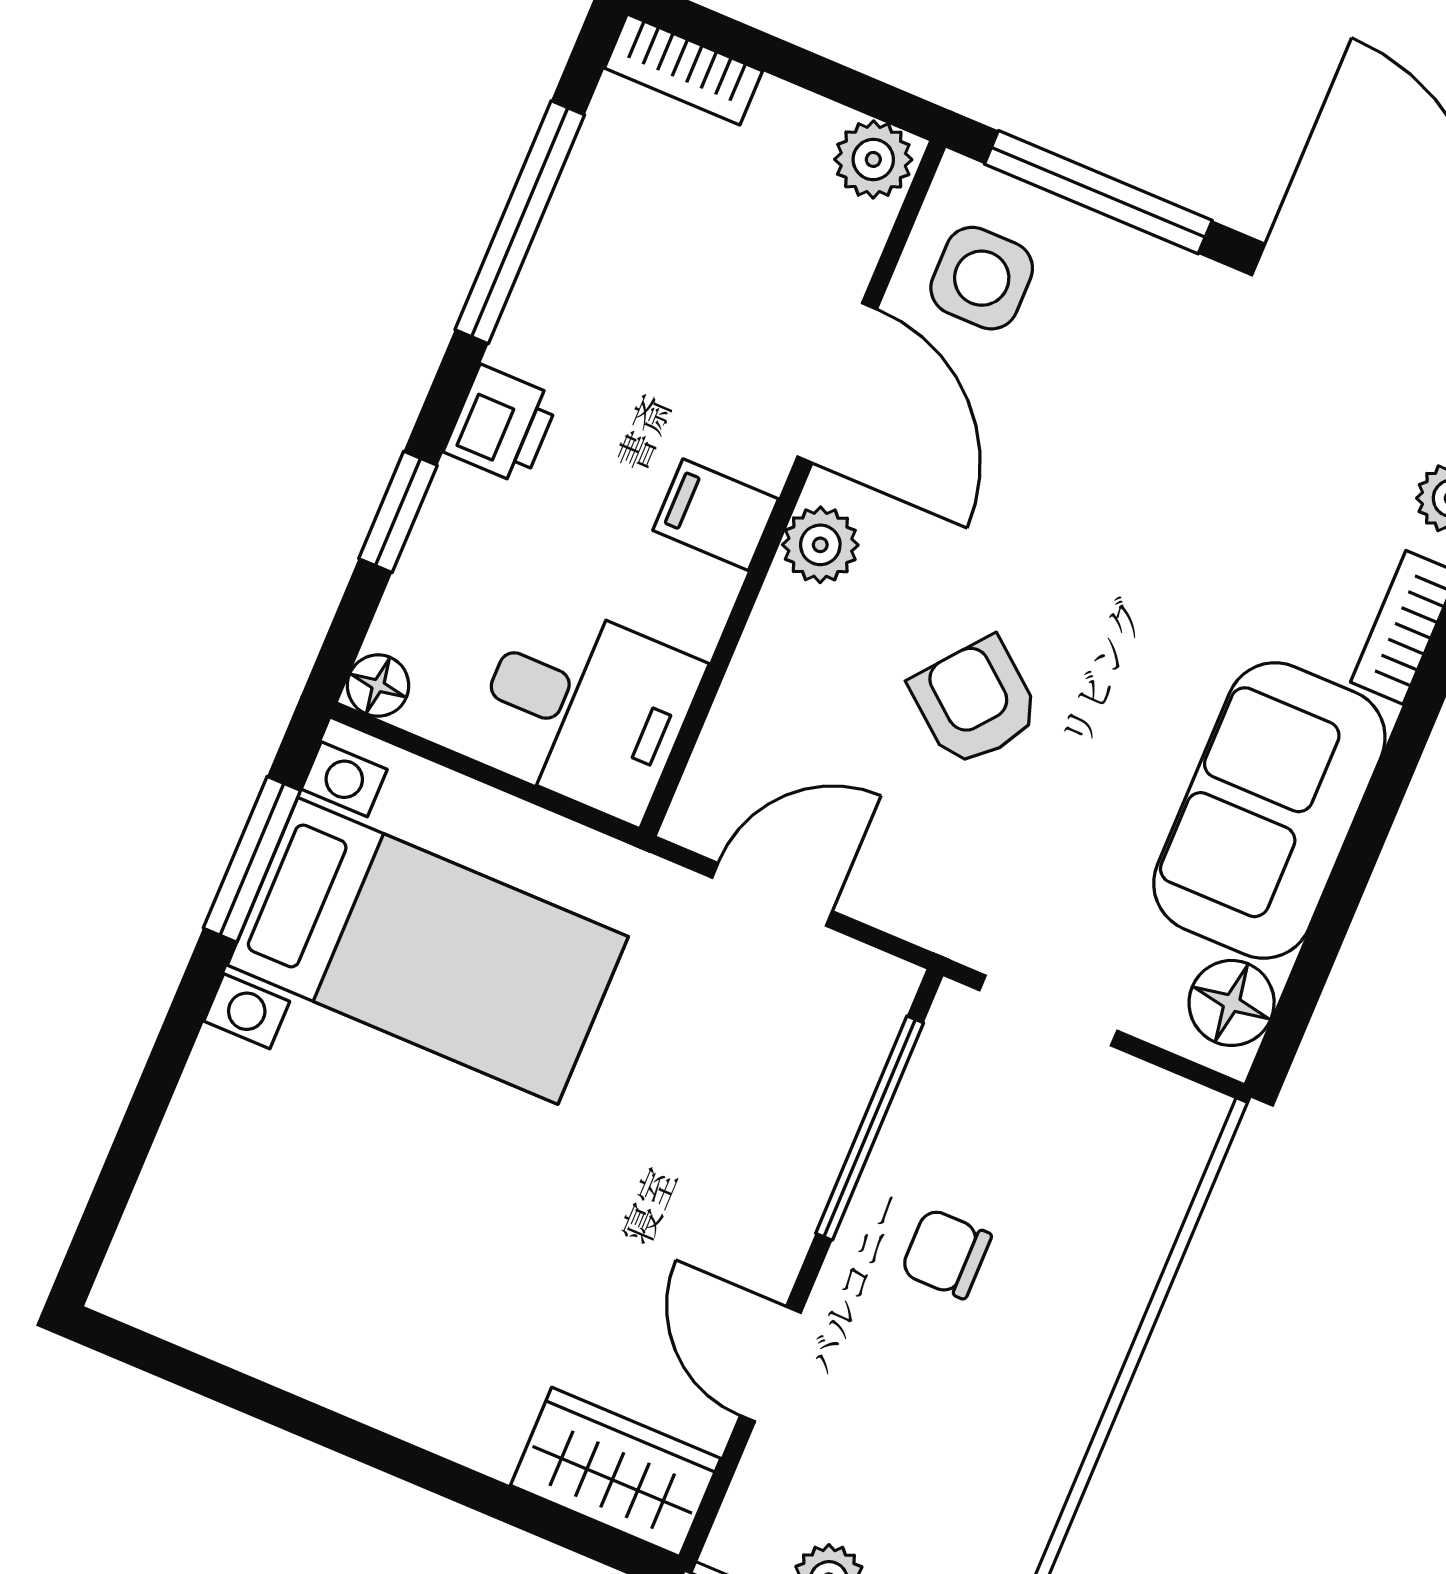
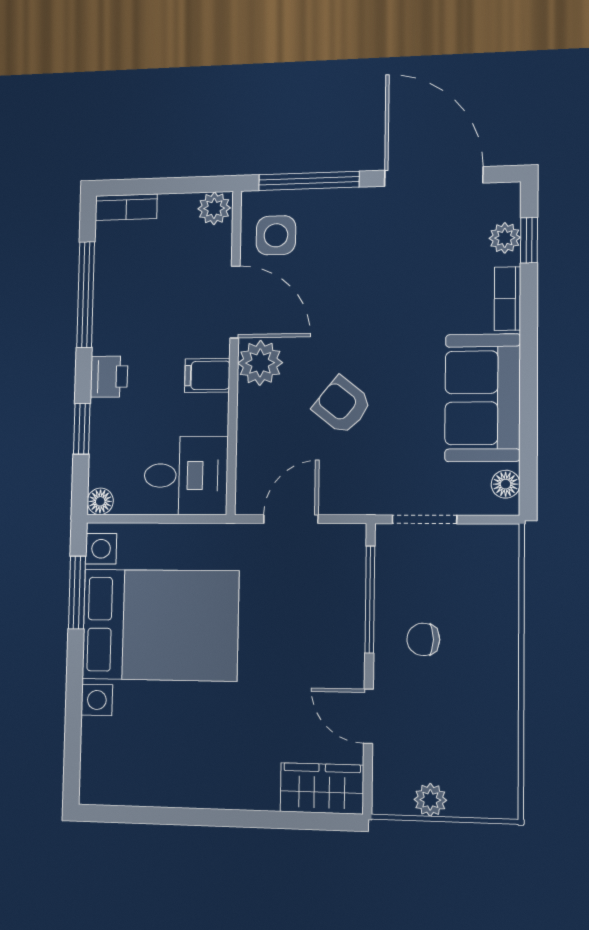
plant: (820, 545) -> (260, 363), width x1.38, depth x1.38
bed with nightstands: (428, 951) -> (160, 625), width x1.36
floor lamp: (1232, 1003) -> (506, 484), width x0.73, depth x0.73

